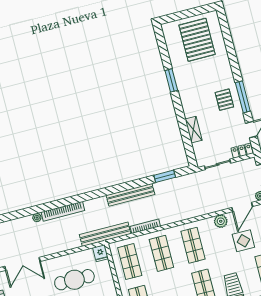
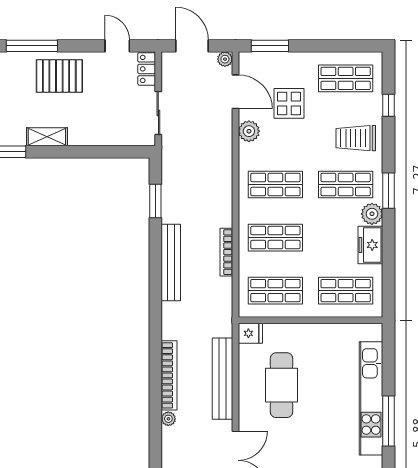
window: (243, 97) -> (32, 46), moved
pallet: (224, 100) -> (59, 76), width x1.50, depth x1.42
shelving: (193, 130) -> (47, 137), moved
bench: (105, 234) -> (222, 379), moved

